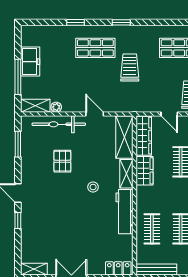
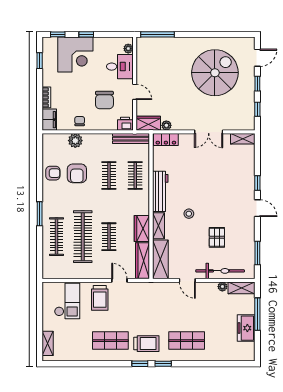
window: (76, 22) -> (140, 364), moved
trolley: (130, 68) -> (146, 344), moved, turned -90

